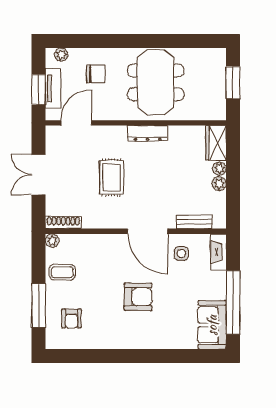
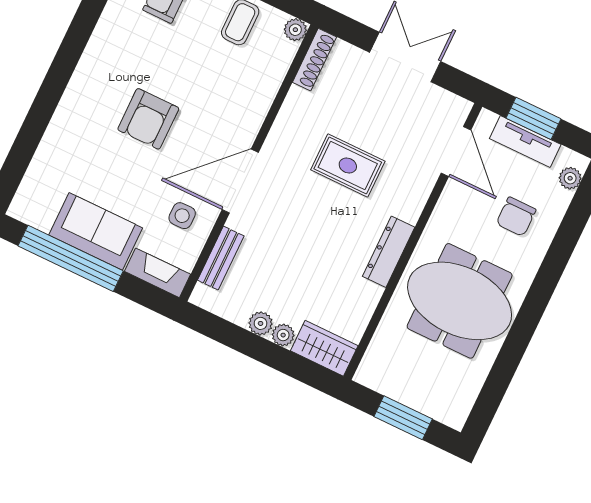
sofa: (212, 325) -> (96, 231), moved

